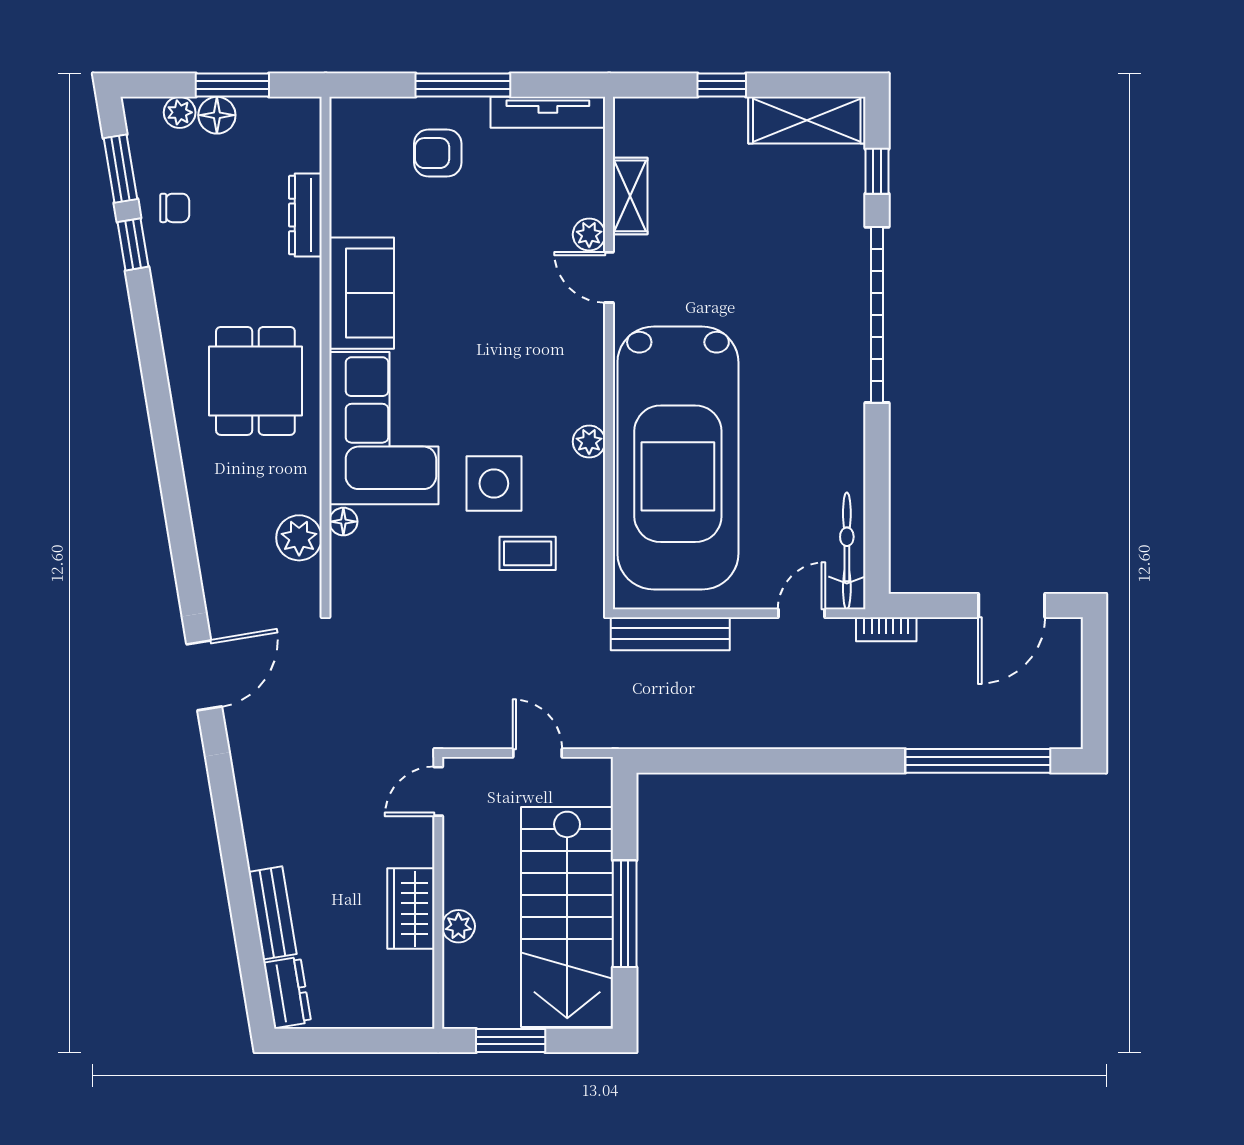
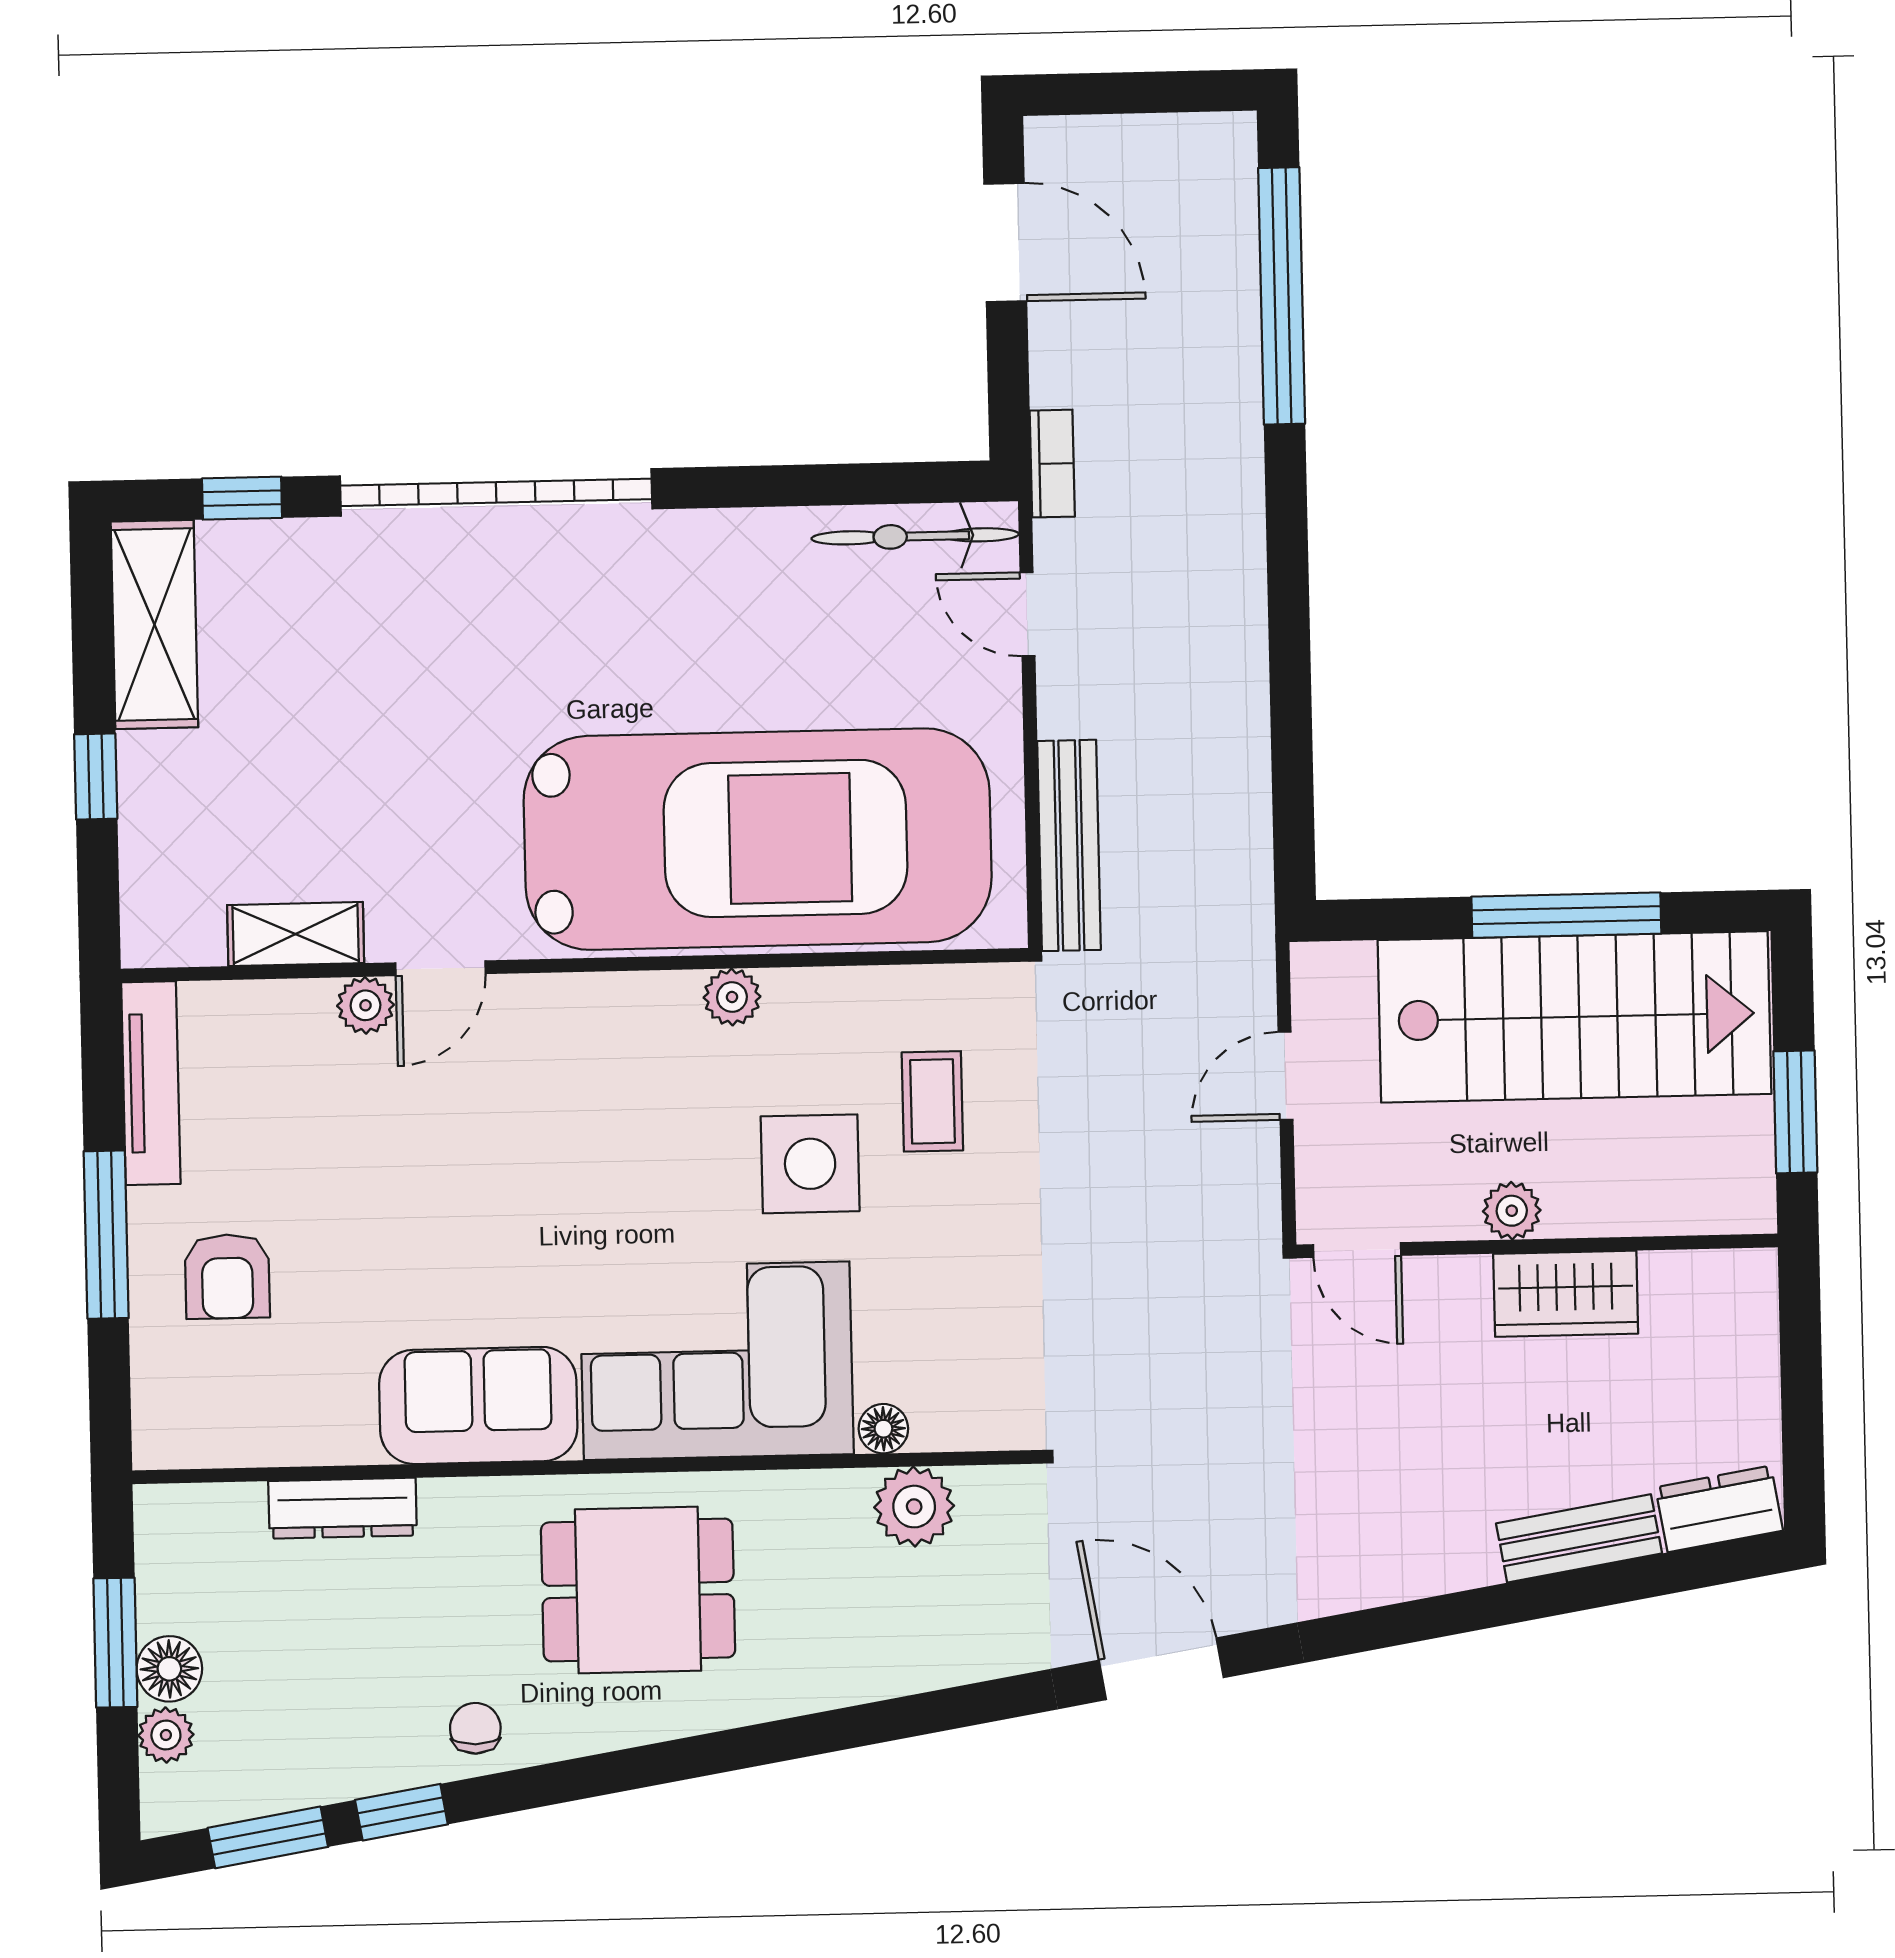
chair: (175, 208) -> (475, 1728), moved
plant: (458, 926) -> (1512, 1211), moved

